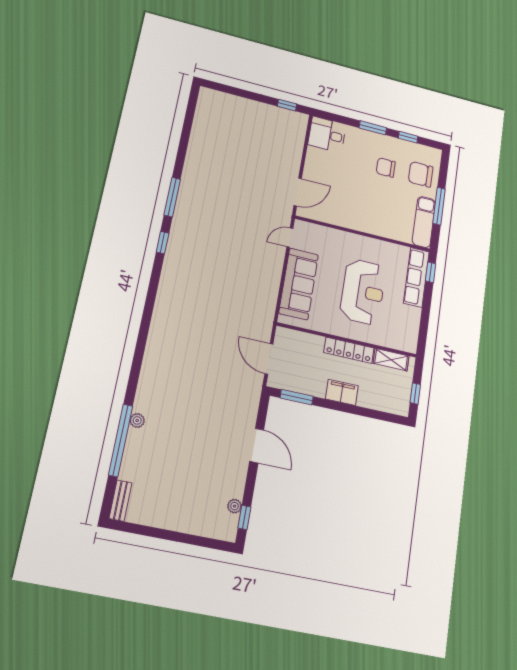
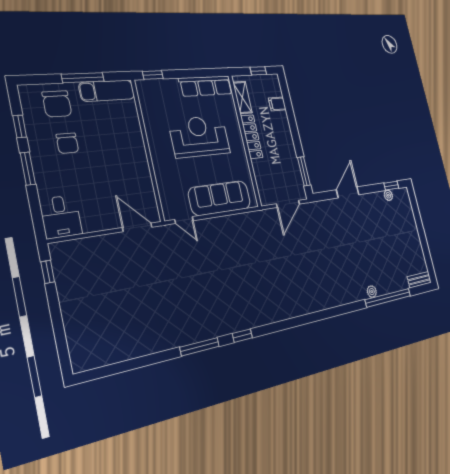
row of seats: (416, 277) -> (206, 86), moved
filing cabinet: (342, 392) -> (277, 104), moved, width x0.50

